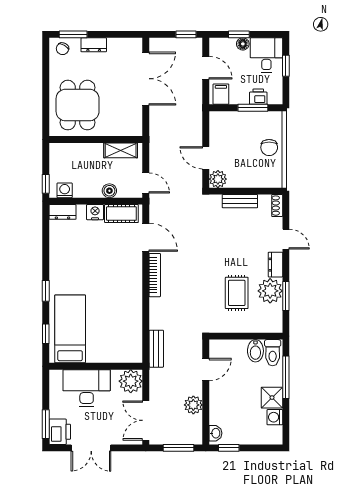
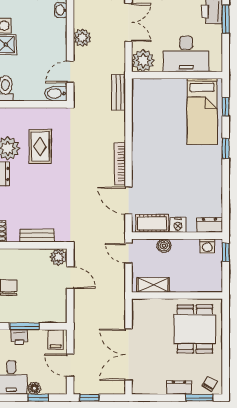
bidet: (255, 351) -> (56, 94), moved, turned -90

